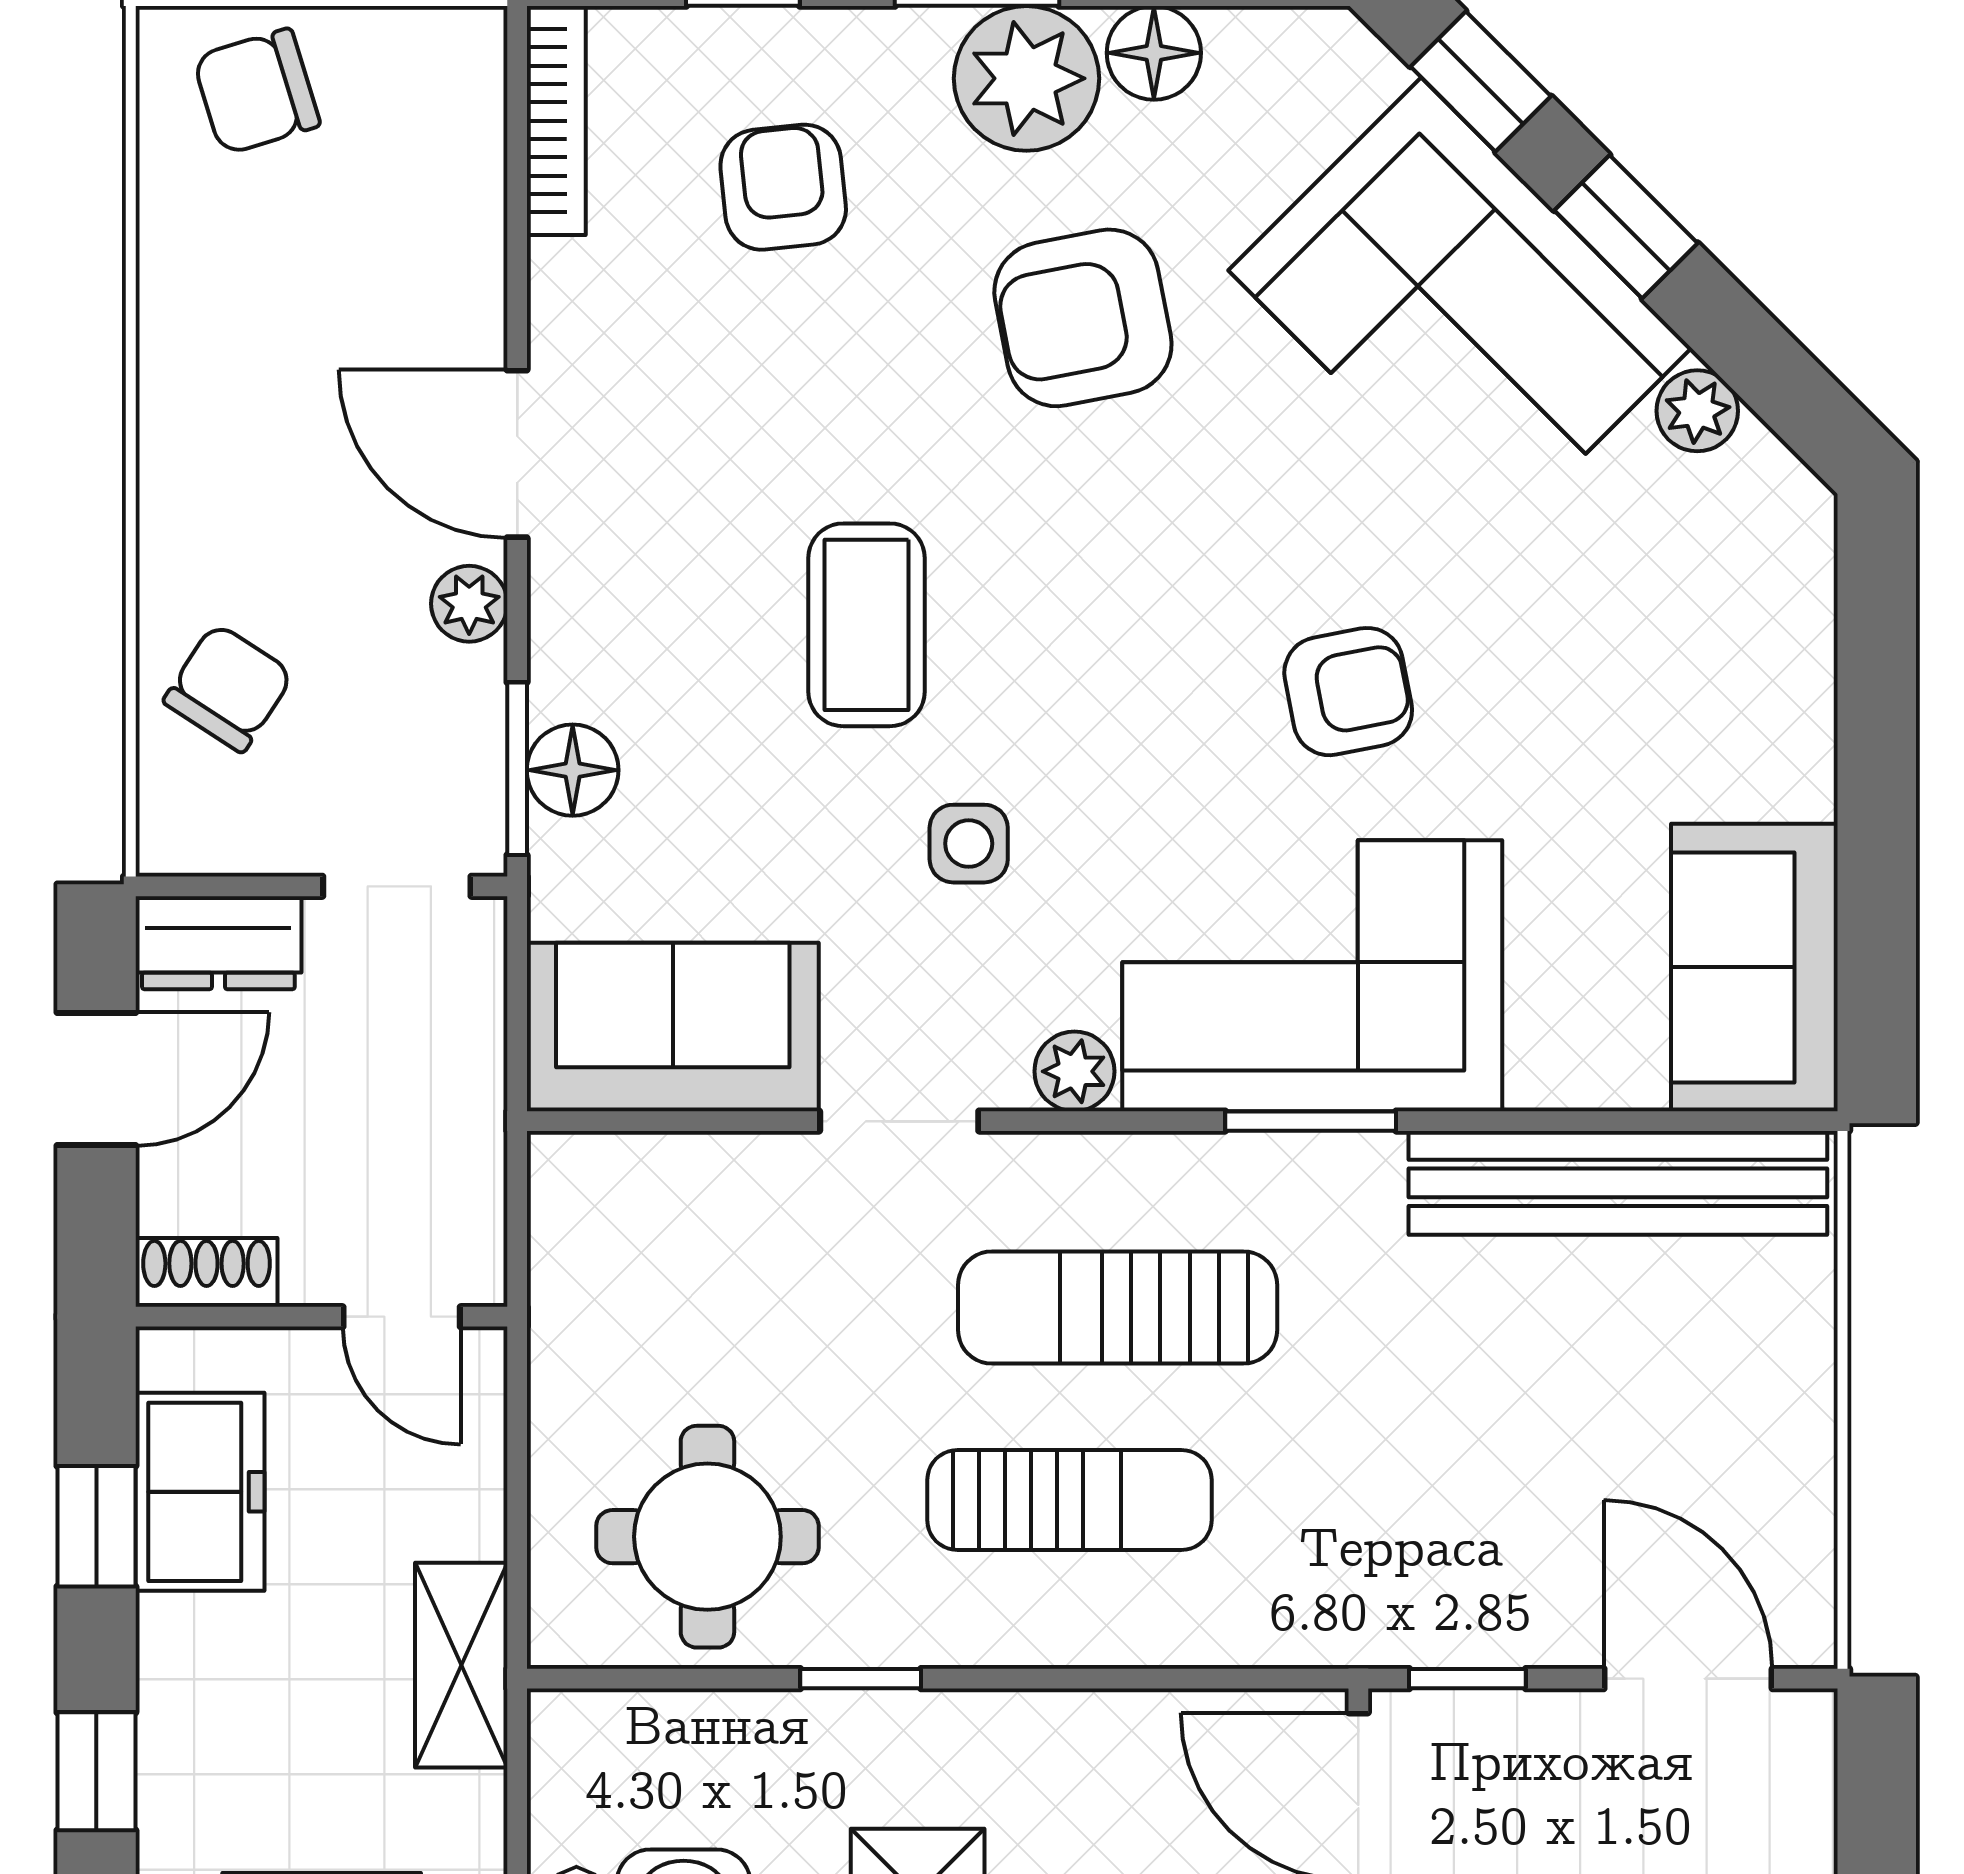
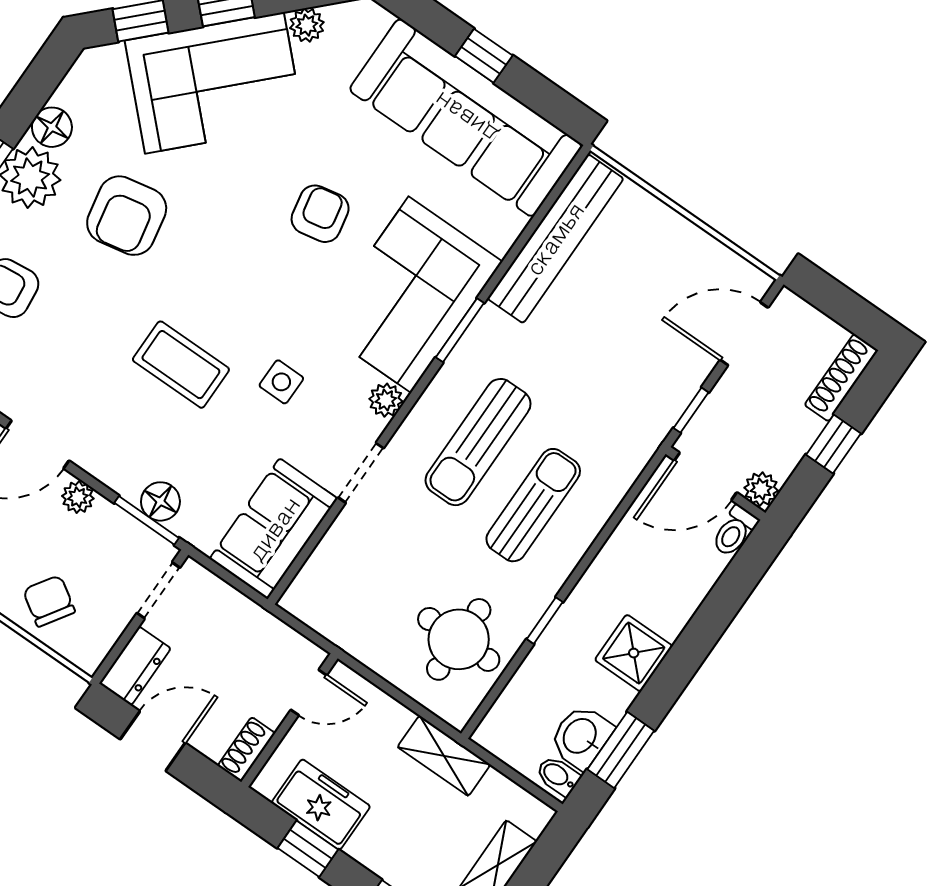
window: (1877, 796) -> (484, 56), added
sofa: (1754, 967) -> (466, 118), width x1.85, depth x1.27
door: (96, 1079) -> (153, 741), hinge flipped

